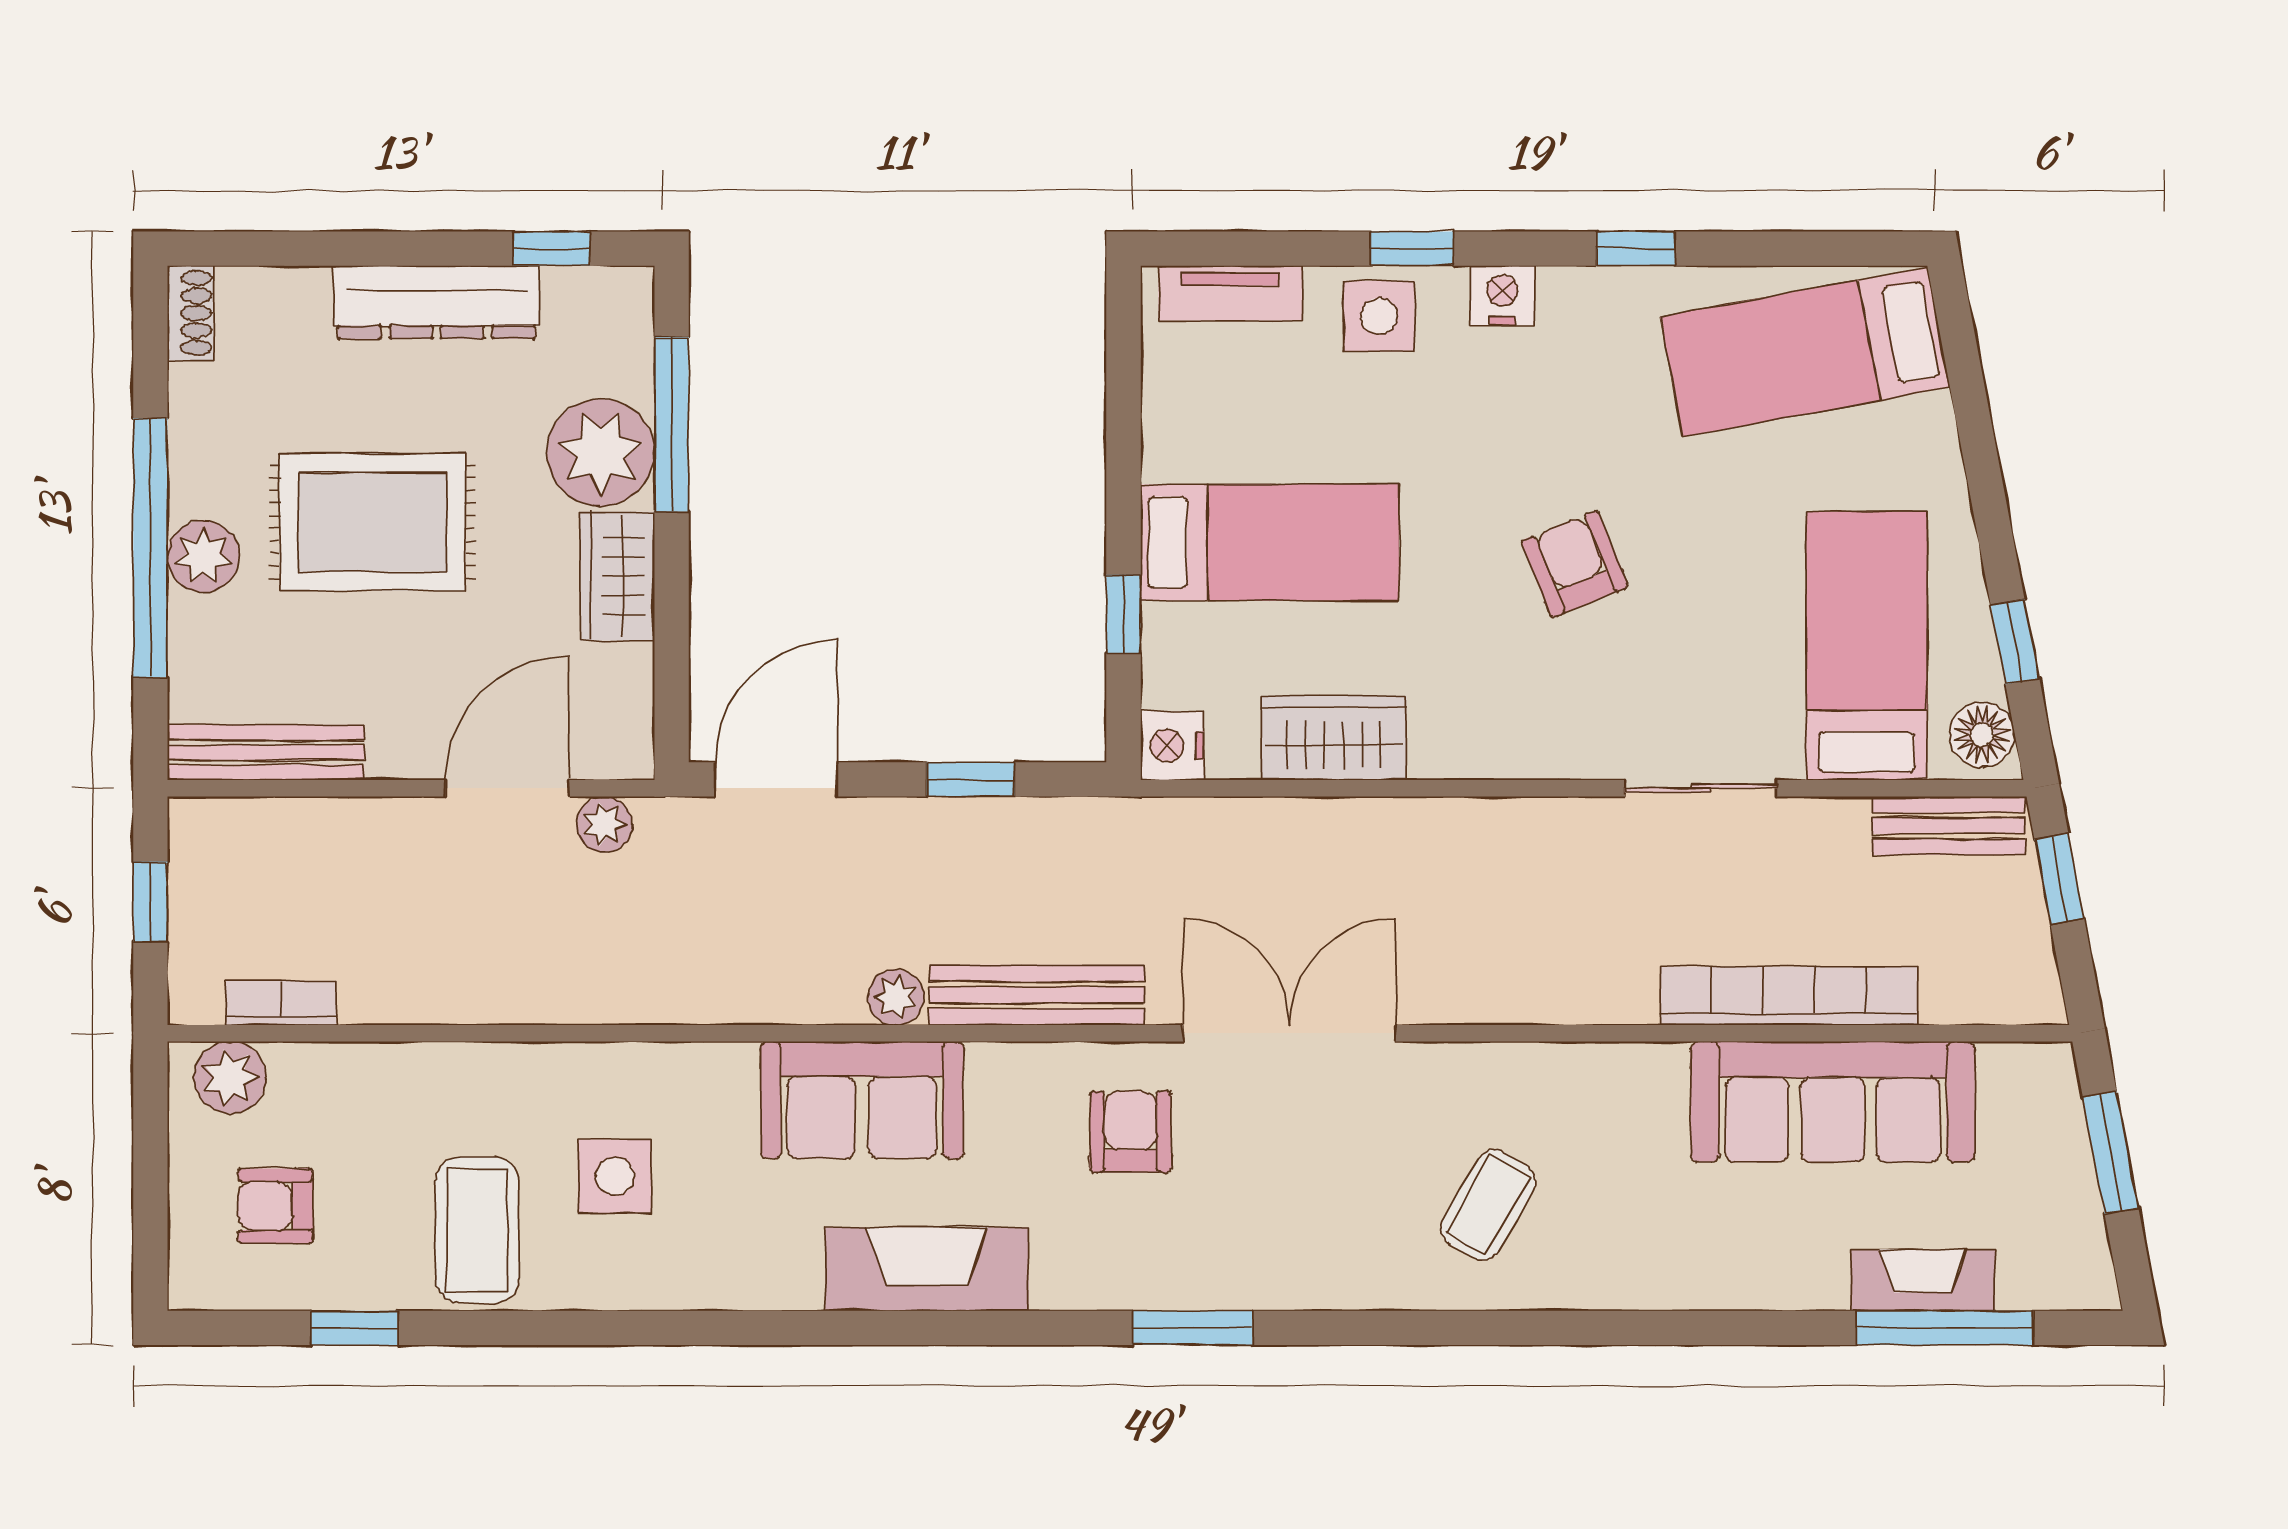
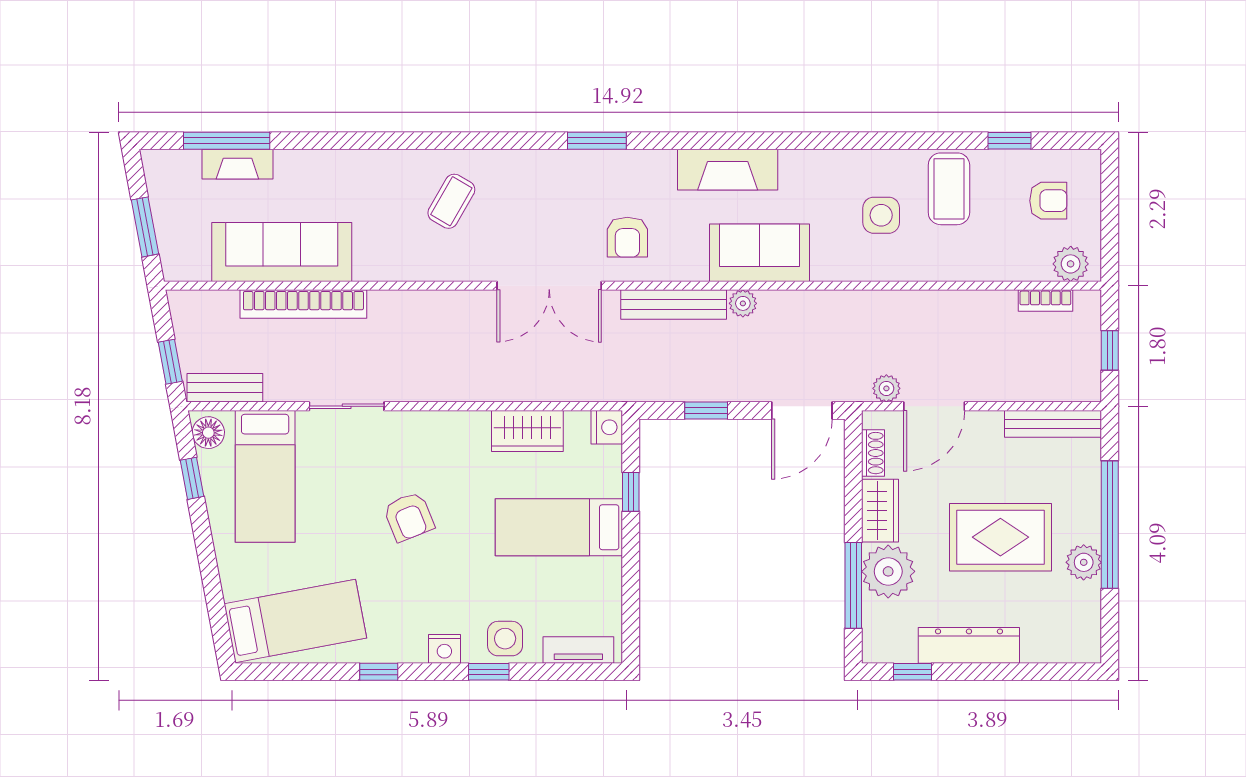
shoe rack: (190, 313) -> (873, 453), moved, turned 180
plant: (203, 556) -> (1084, 562), moved

